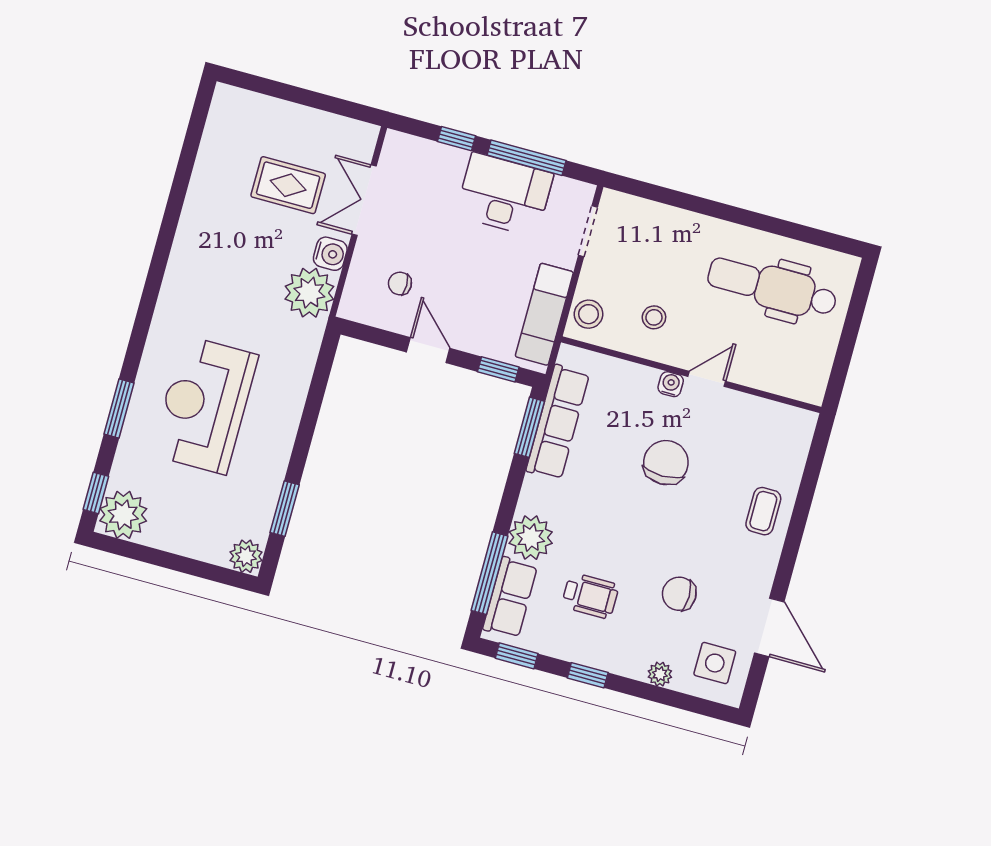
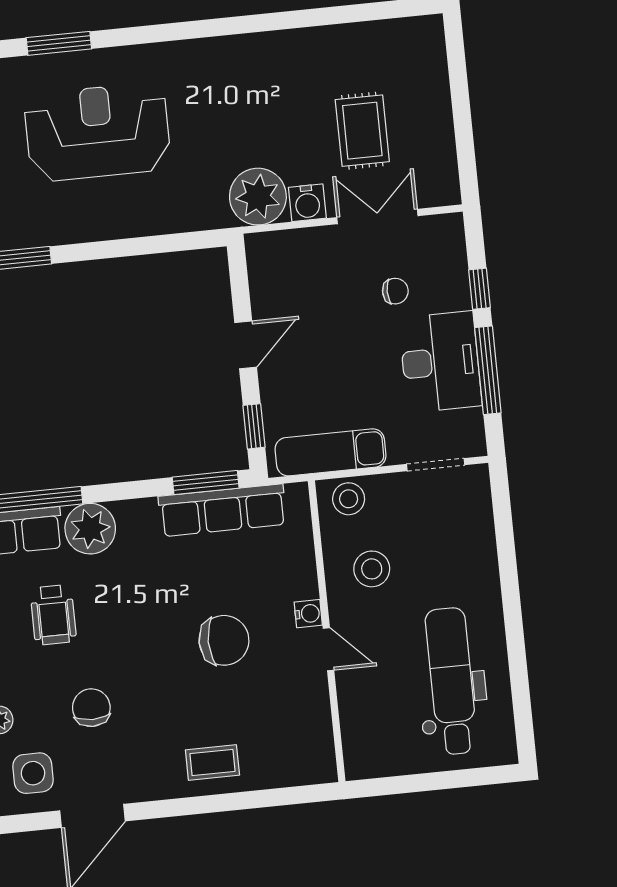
chair: (400, 284) -> (395, 291), moved, turned 90
stool: (654, 317) -> (372, 569), width x1.37, depth x1.37

